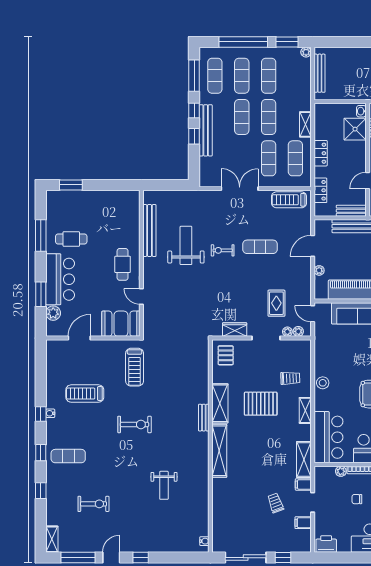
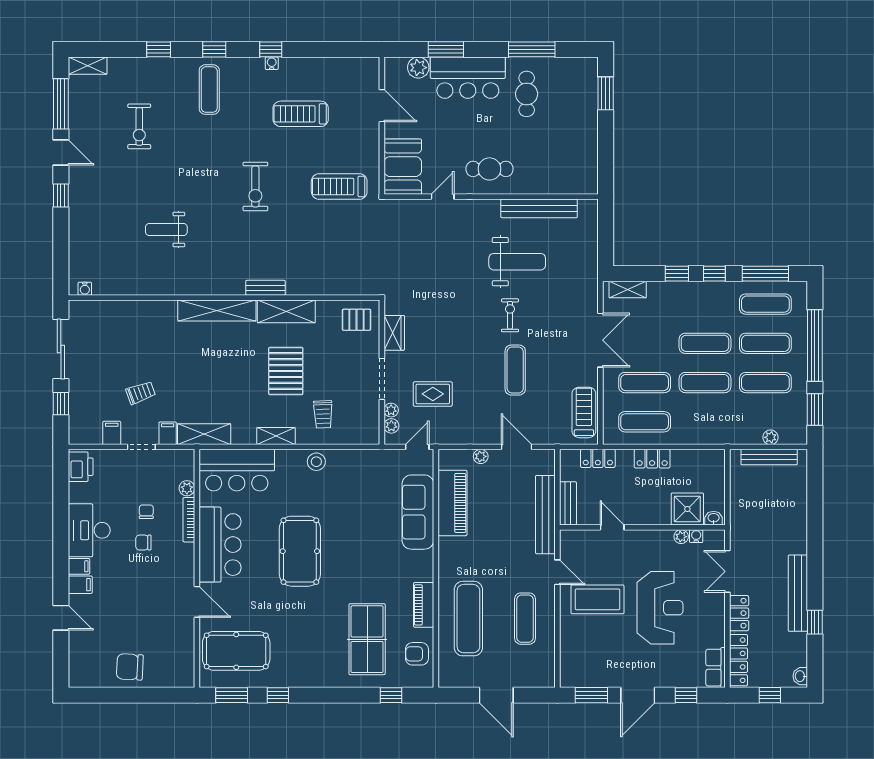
plant: (306, 52) -> (770, 437), moved
shelving: (305, 124) -> (628, 289), moved
bench: (206, 130) -> (685, 290), removed
treadmill: (85, 394) -> (301, 114), turned -90

